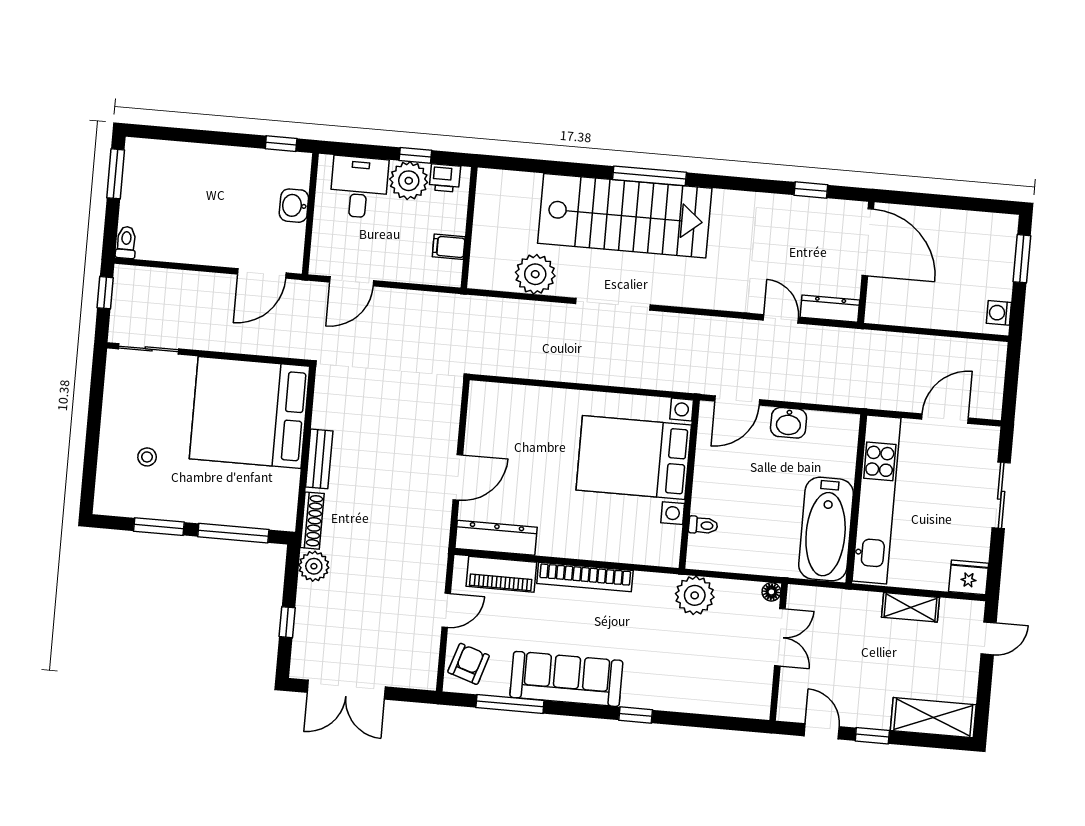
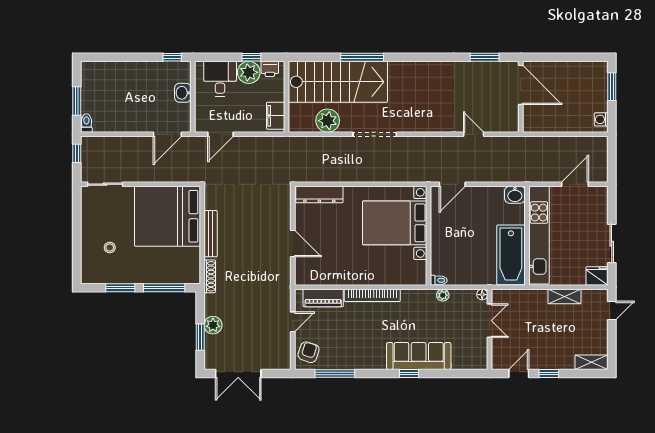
window: (116, 174) -> (77, 101), moved
window: (649, 176) -> (362, 57), moved
window: (811, 190) -> (485, 57), width x1.50
stairs: (625, 216) -> (338, 82), moved
filing cabinet: (449, 247) -> (276, 116), width x2.00
dresser: (830, 309) -> (502, 126), removed
washbasin: (789, 423) -> (515, 195), moved
bench: (319, 459) -> (211, 234), width x1.36
door: (458, 477) -> (293, 244), hinge flipped
sliding door: (1001, 495) -> (612, 244), moved
toilet: (703, 525) -> (439, 280), moved
dresser: (496, 538) -> (319, 194), moved, turned 180
plant: (314, 566) -> (213, 325), moved
plant: (695, 595) -> (443, 295), width x0.53, depth x0.53
window: (287, 622) -> (200, 337), width x1.50
sofa: (566, 679) -> (419, 356), moved
shelving: (933, 718) -> (592, 362), width x0.67, depth x0.75
door: (822, 731) -> (519, 374), hinge flipped

